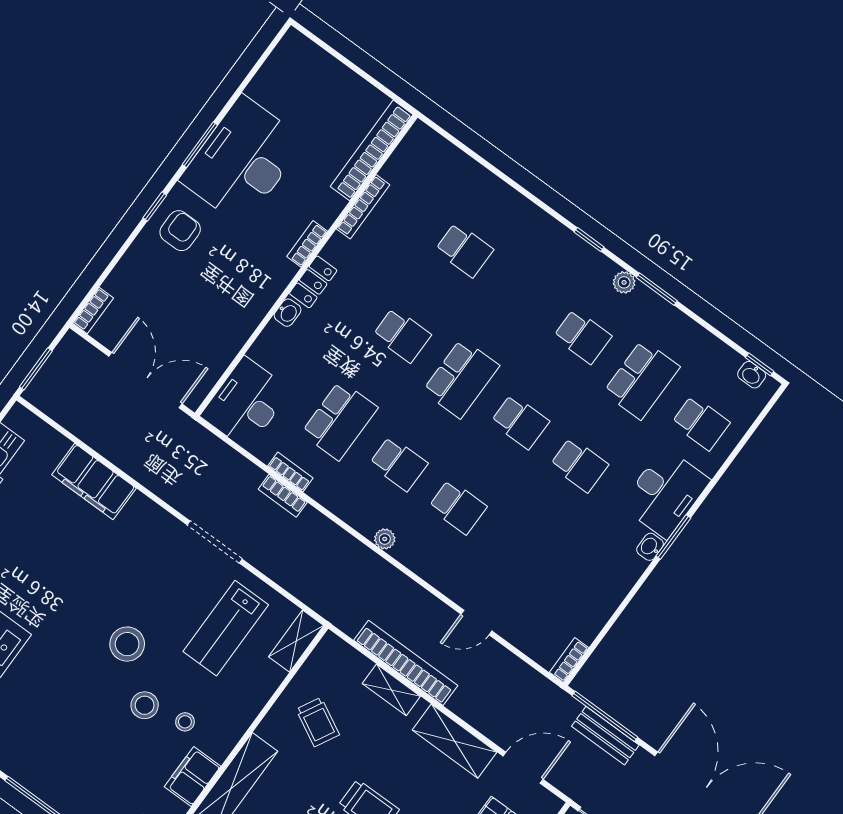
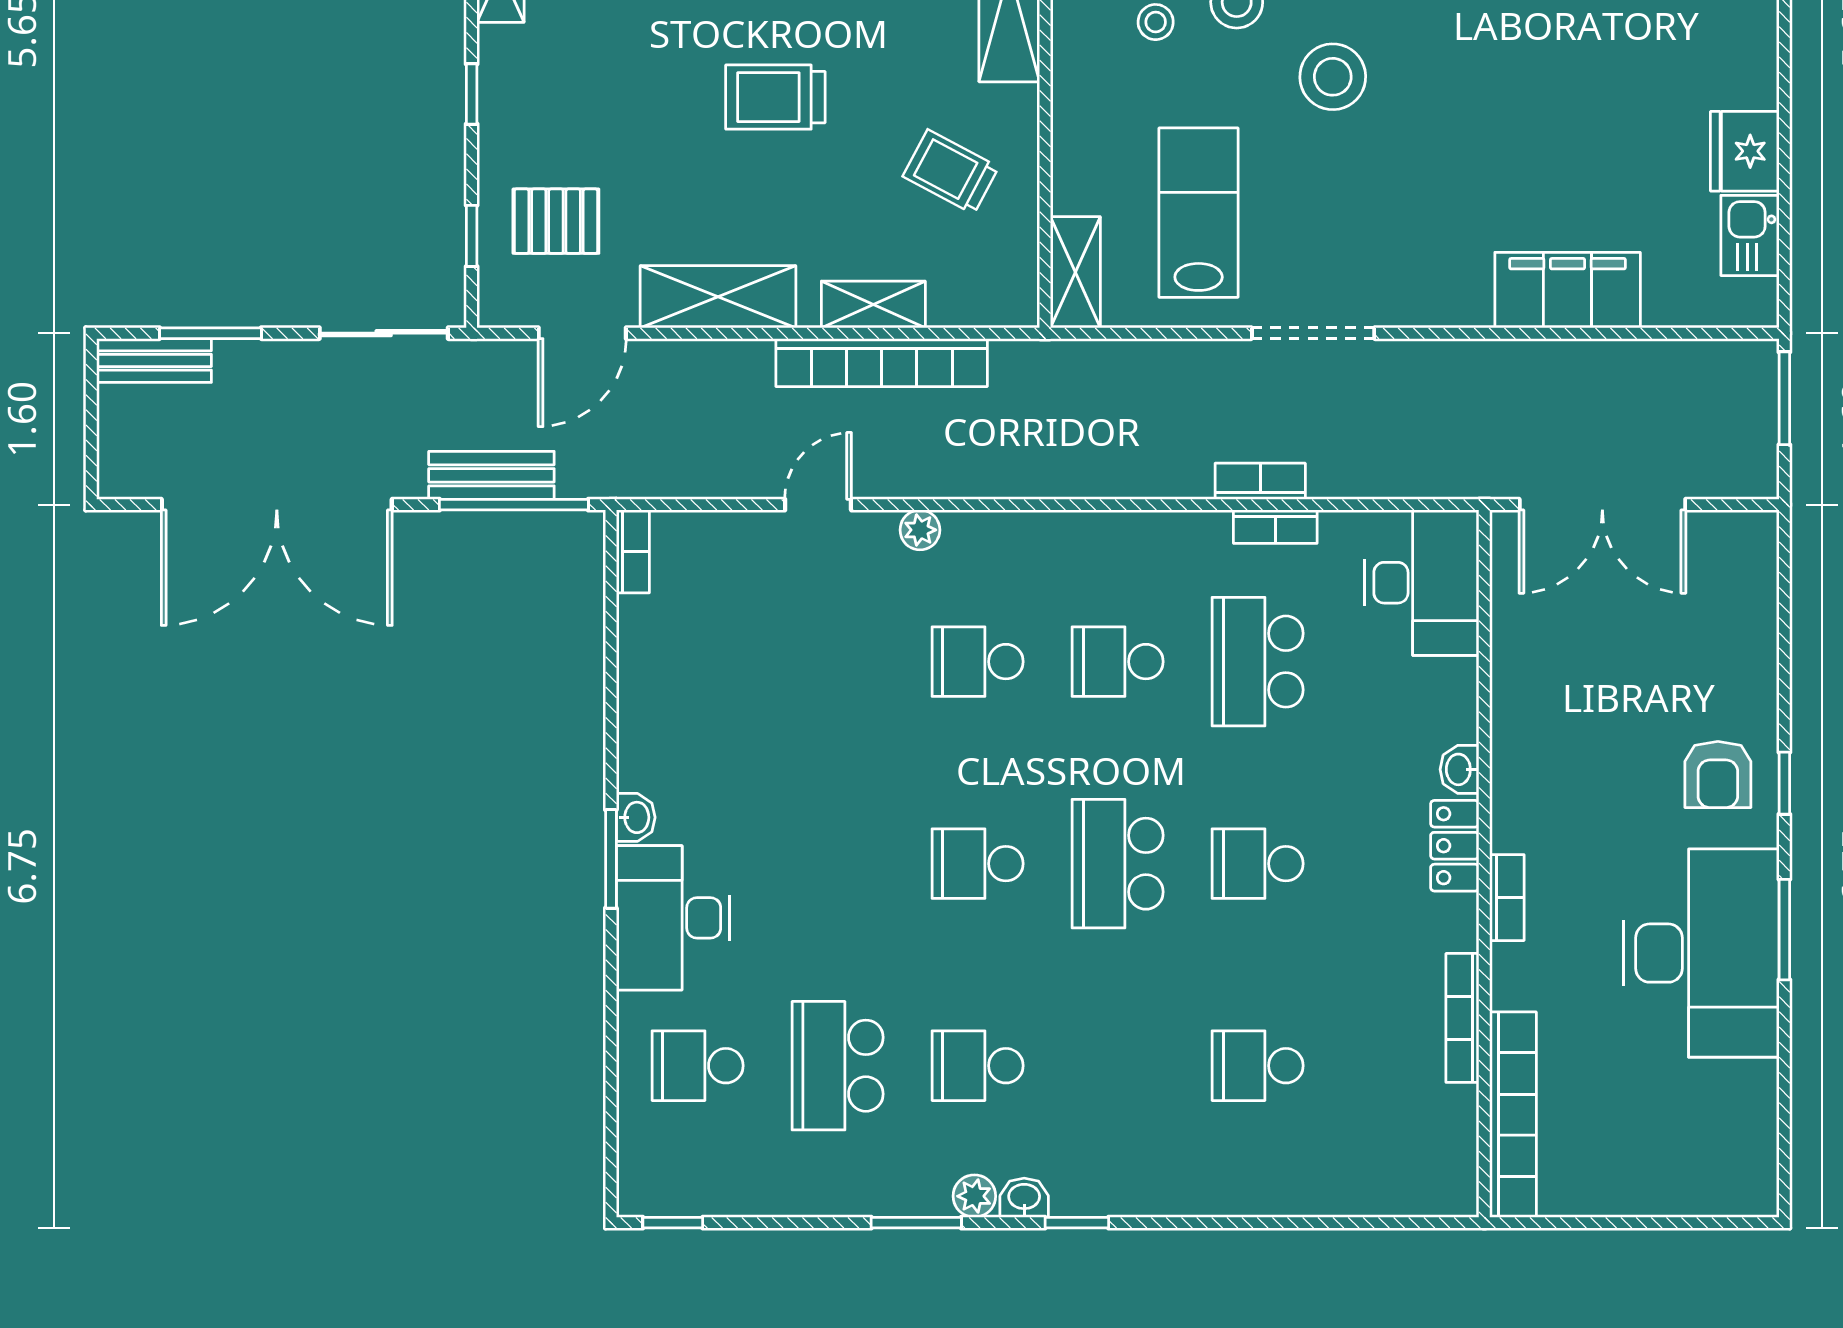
bookcase: (93, 311) -> (1762, 553), removed
washbasin: (752, 375) -> (1024, 1198), moved
school desk: (579, 465) -> (838, 864), removed
plant: (385, 539) -> (920, 530), moved

